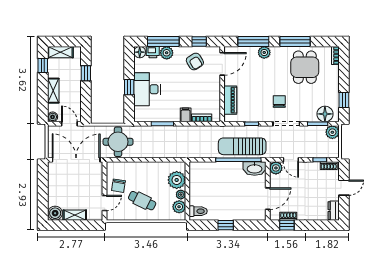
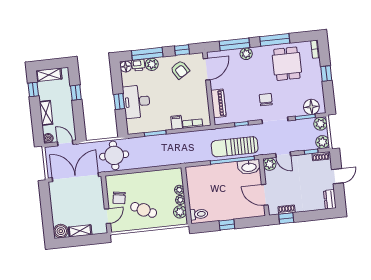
window: (344, 100) -> (326, 73), moved
plant: (332, 151) -> (322, 142), added
plant: (177, 180) -> (179, 190), width x0.53, depth x0.53
door: (268, 199) -> (265, 195), swing flipped

